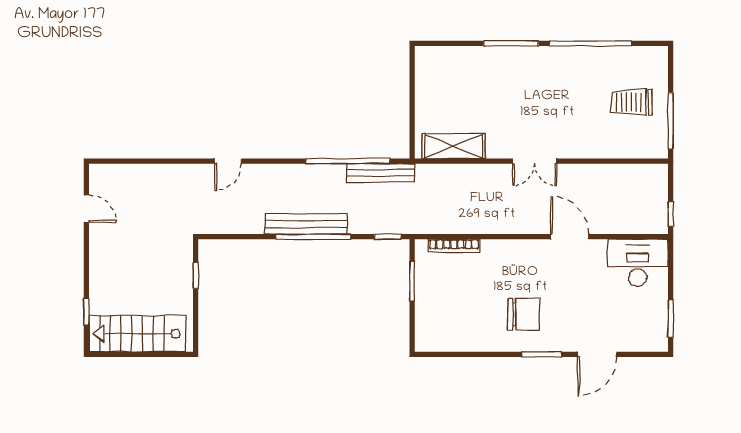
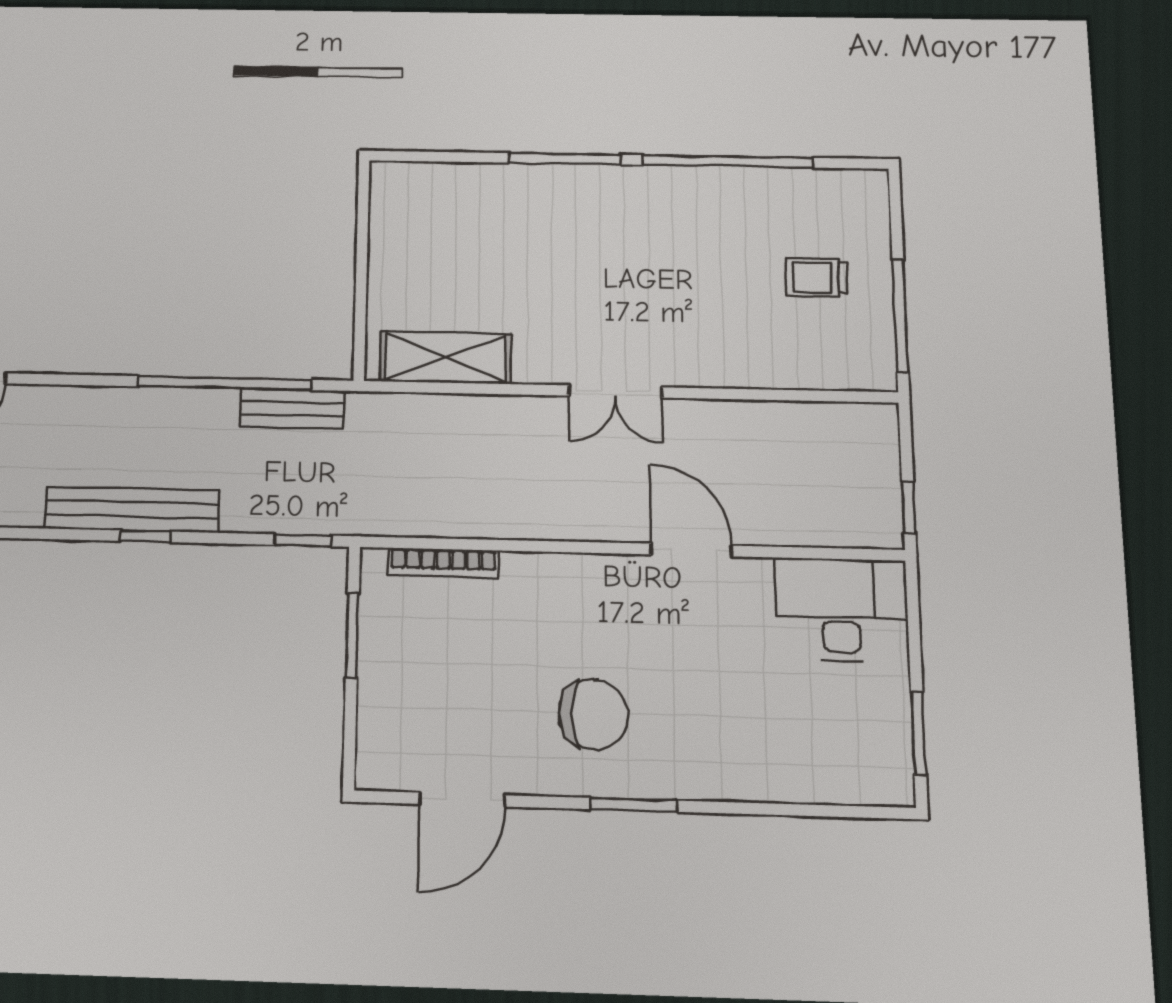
trolley: (632, 102) -> (816, 278), width x0.73, depth x0.72
bench: (381, 173) -> (292, 409), width x0.73
window: (313, 237) -> (145, 536), width x0.32
door: (597, 354) -> (462, 800), moved

